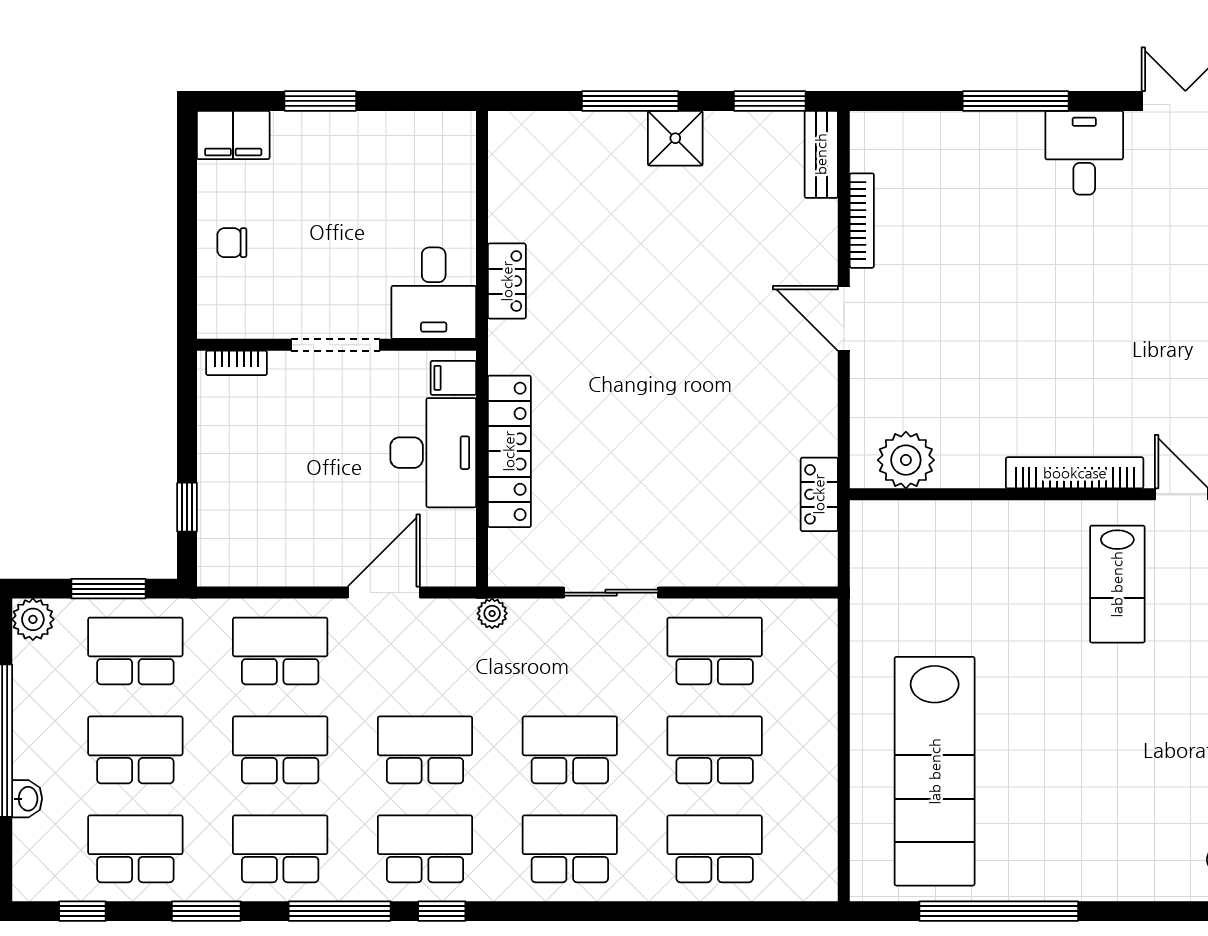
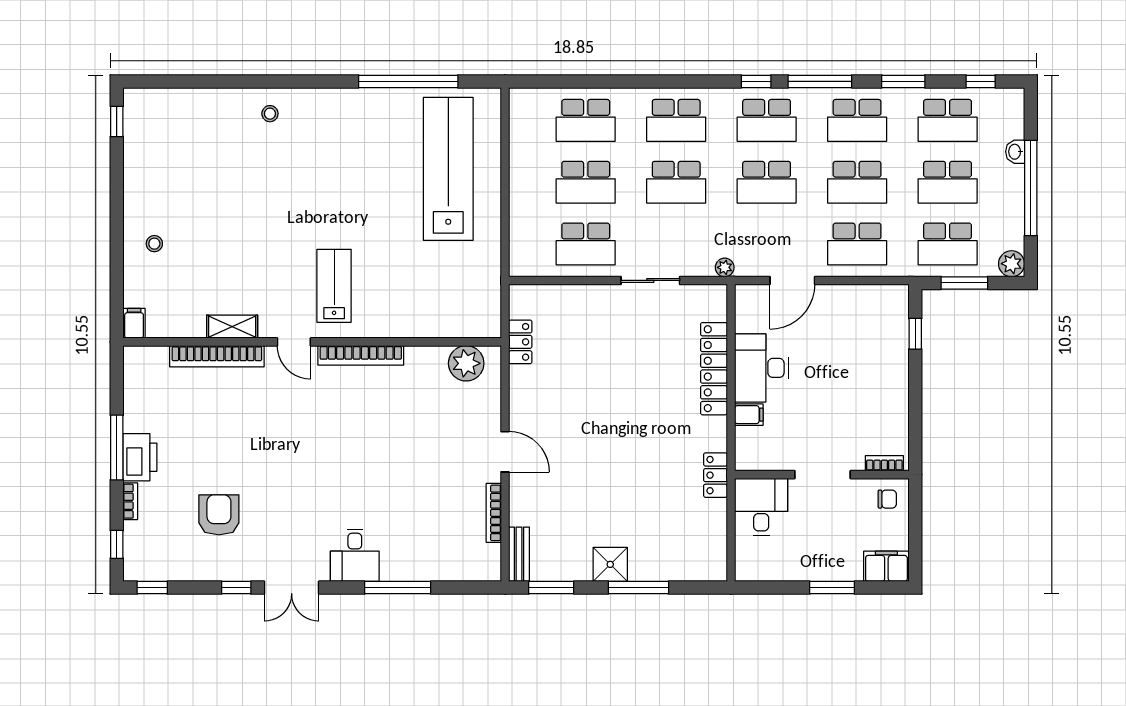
desk: (434, 293) -> (761, 507), moved
doorway: (335, 345) -> (823, 475), moved
wall: (336, 345) -> (822, 475), moved
bookcase: (237, 363) -> (884, 463), moved

